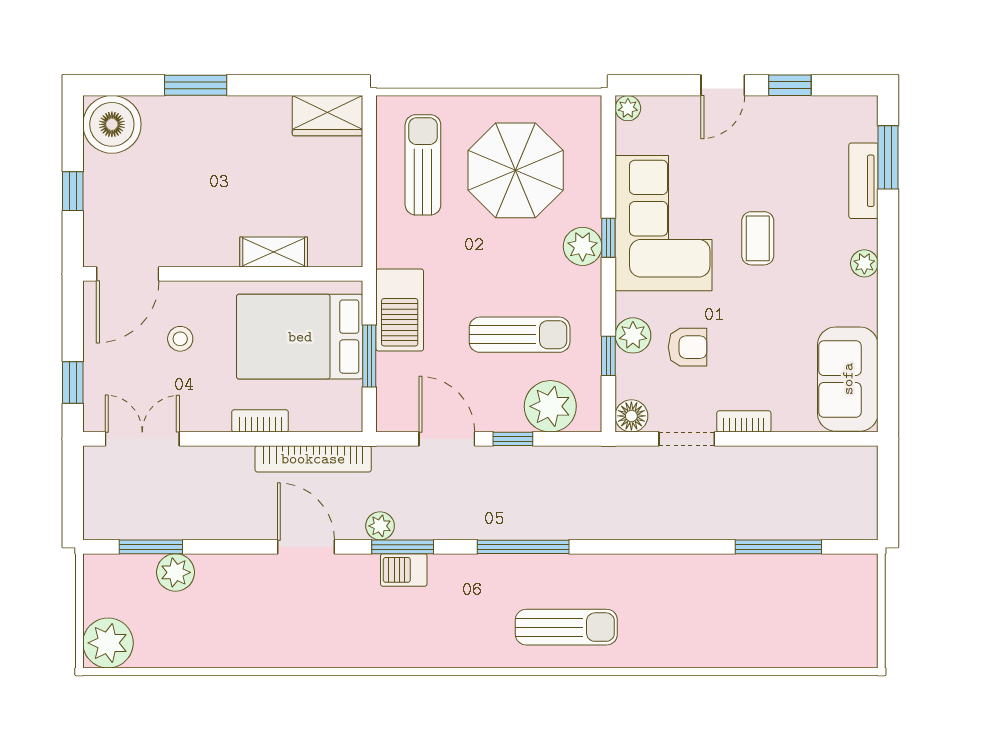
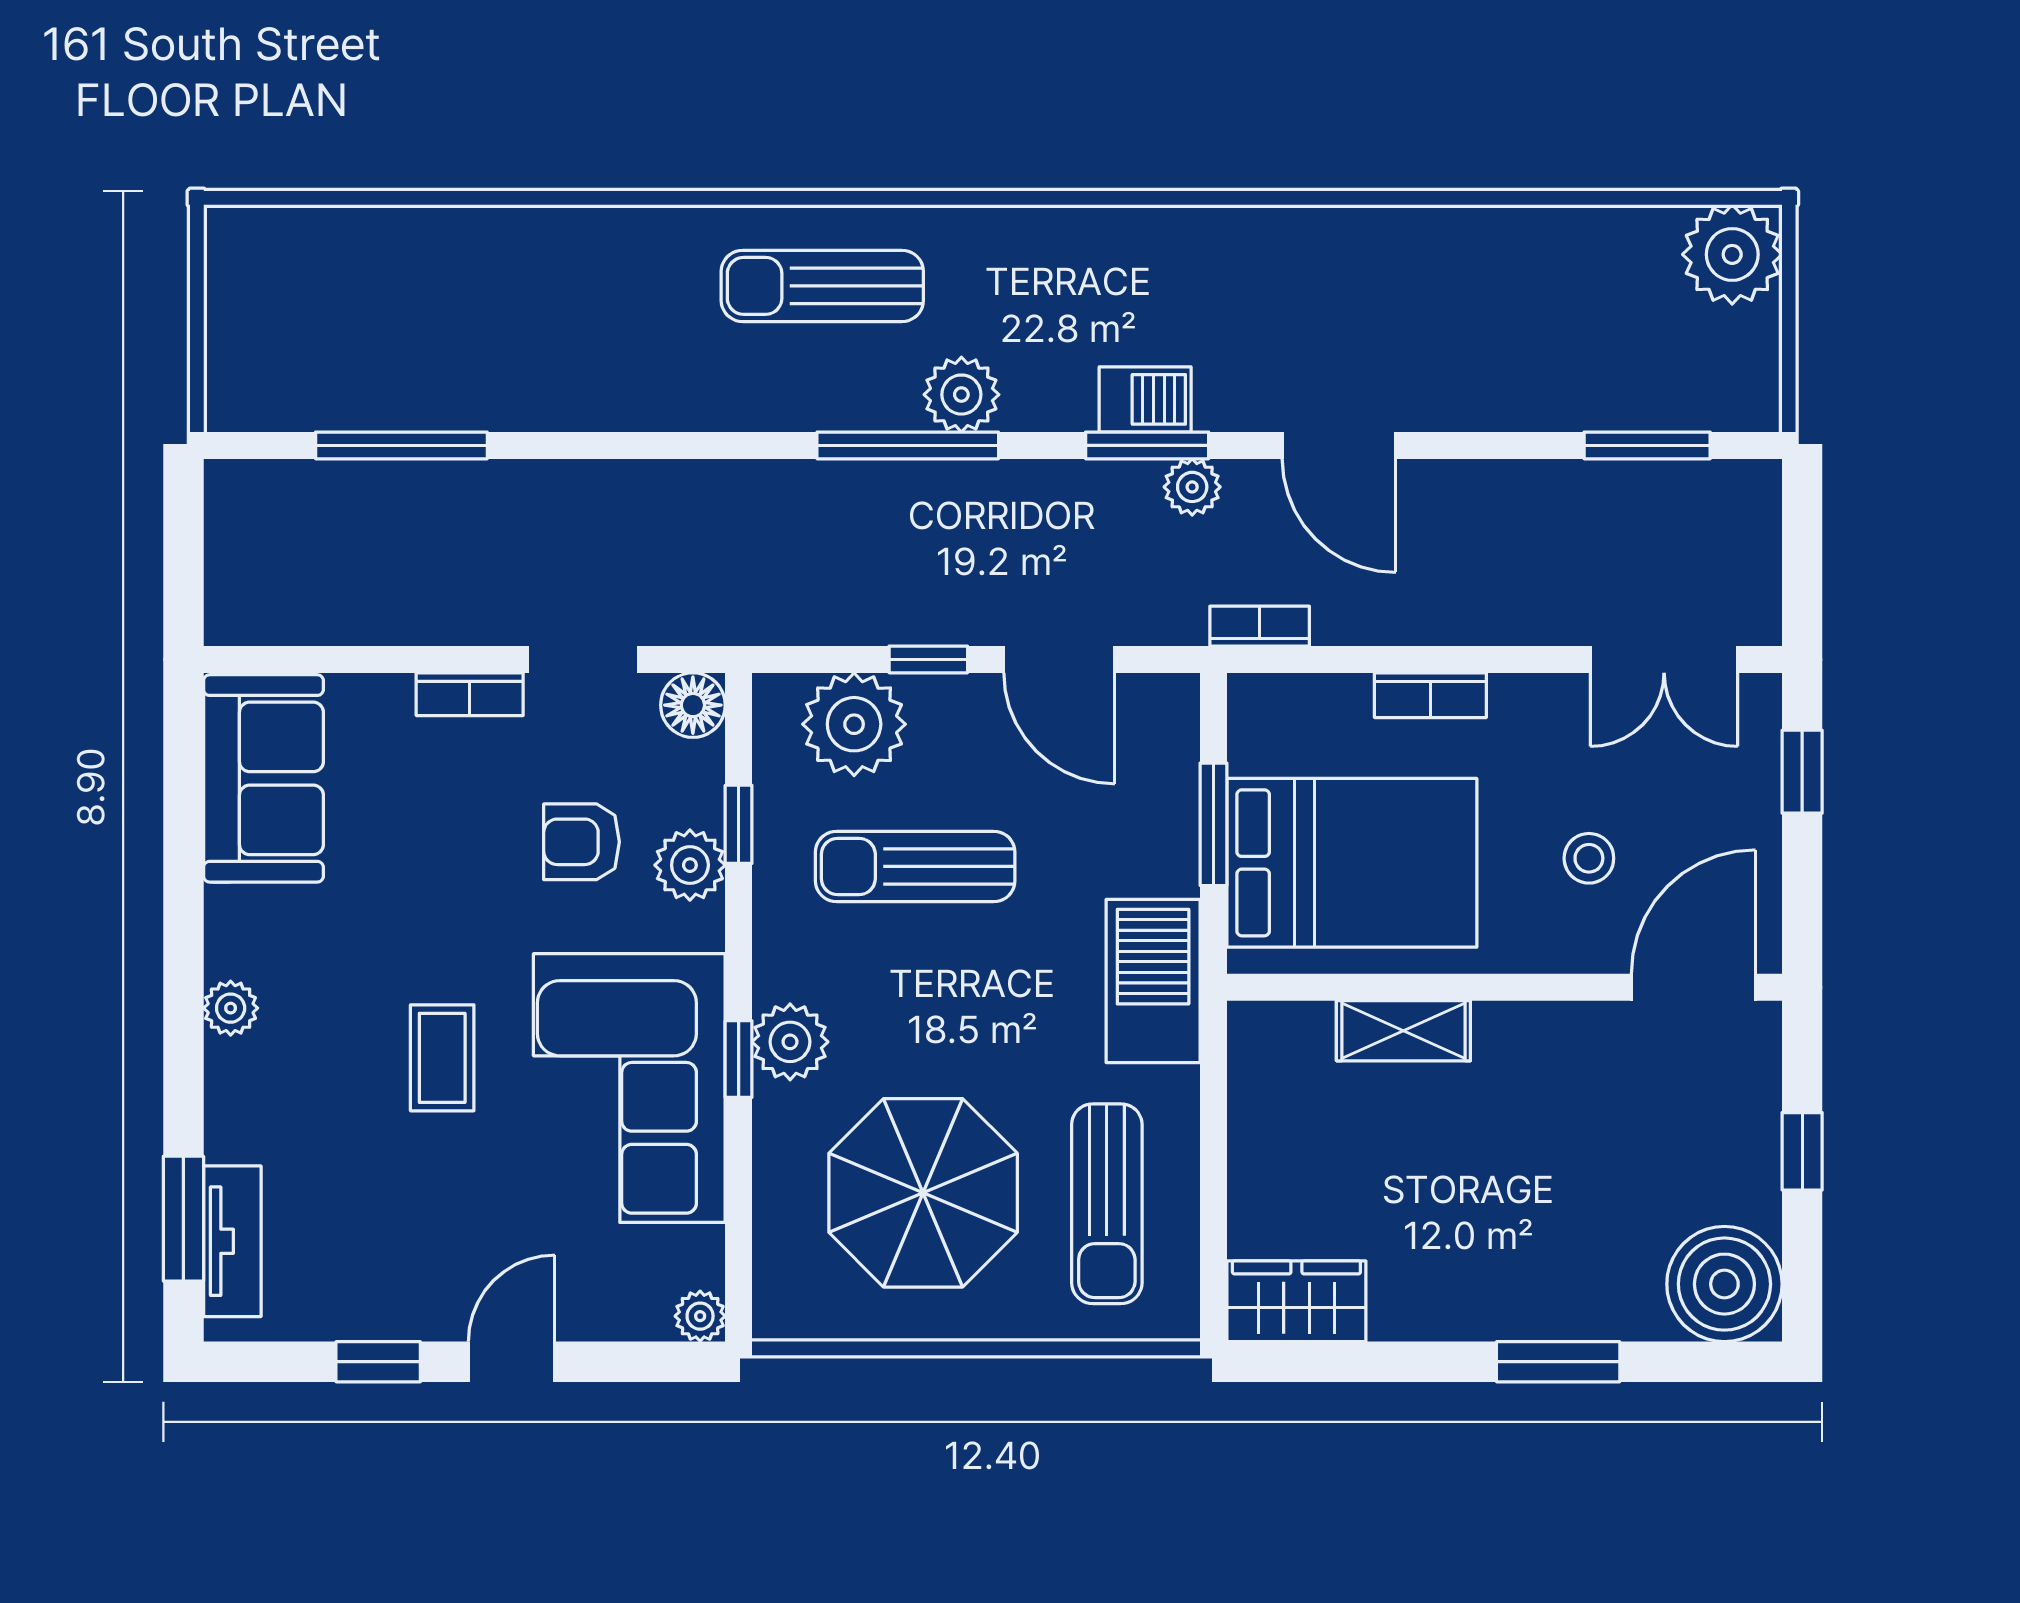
tv unit: (863, 181) -> (232, 1241), moved
barbecue: (400, 310) -> (1153, 981), moved
bookcase: (313, 459) -> (1260, 626), width x0.43, depth x0.76
plant: (175, 572) -> (961, 395), moved

